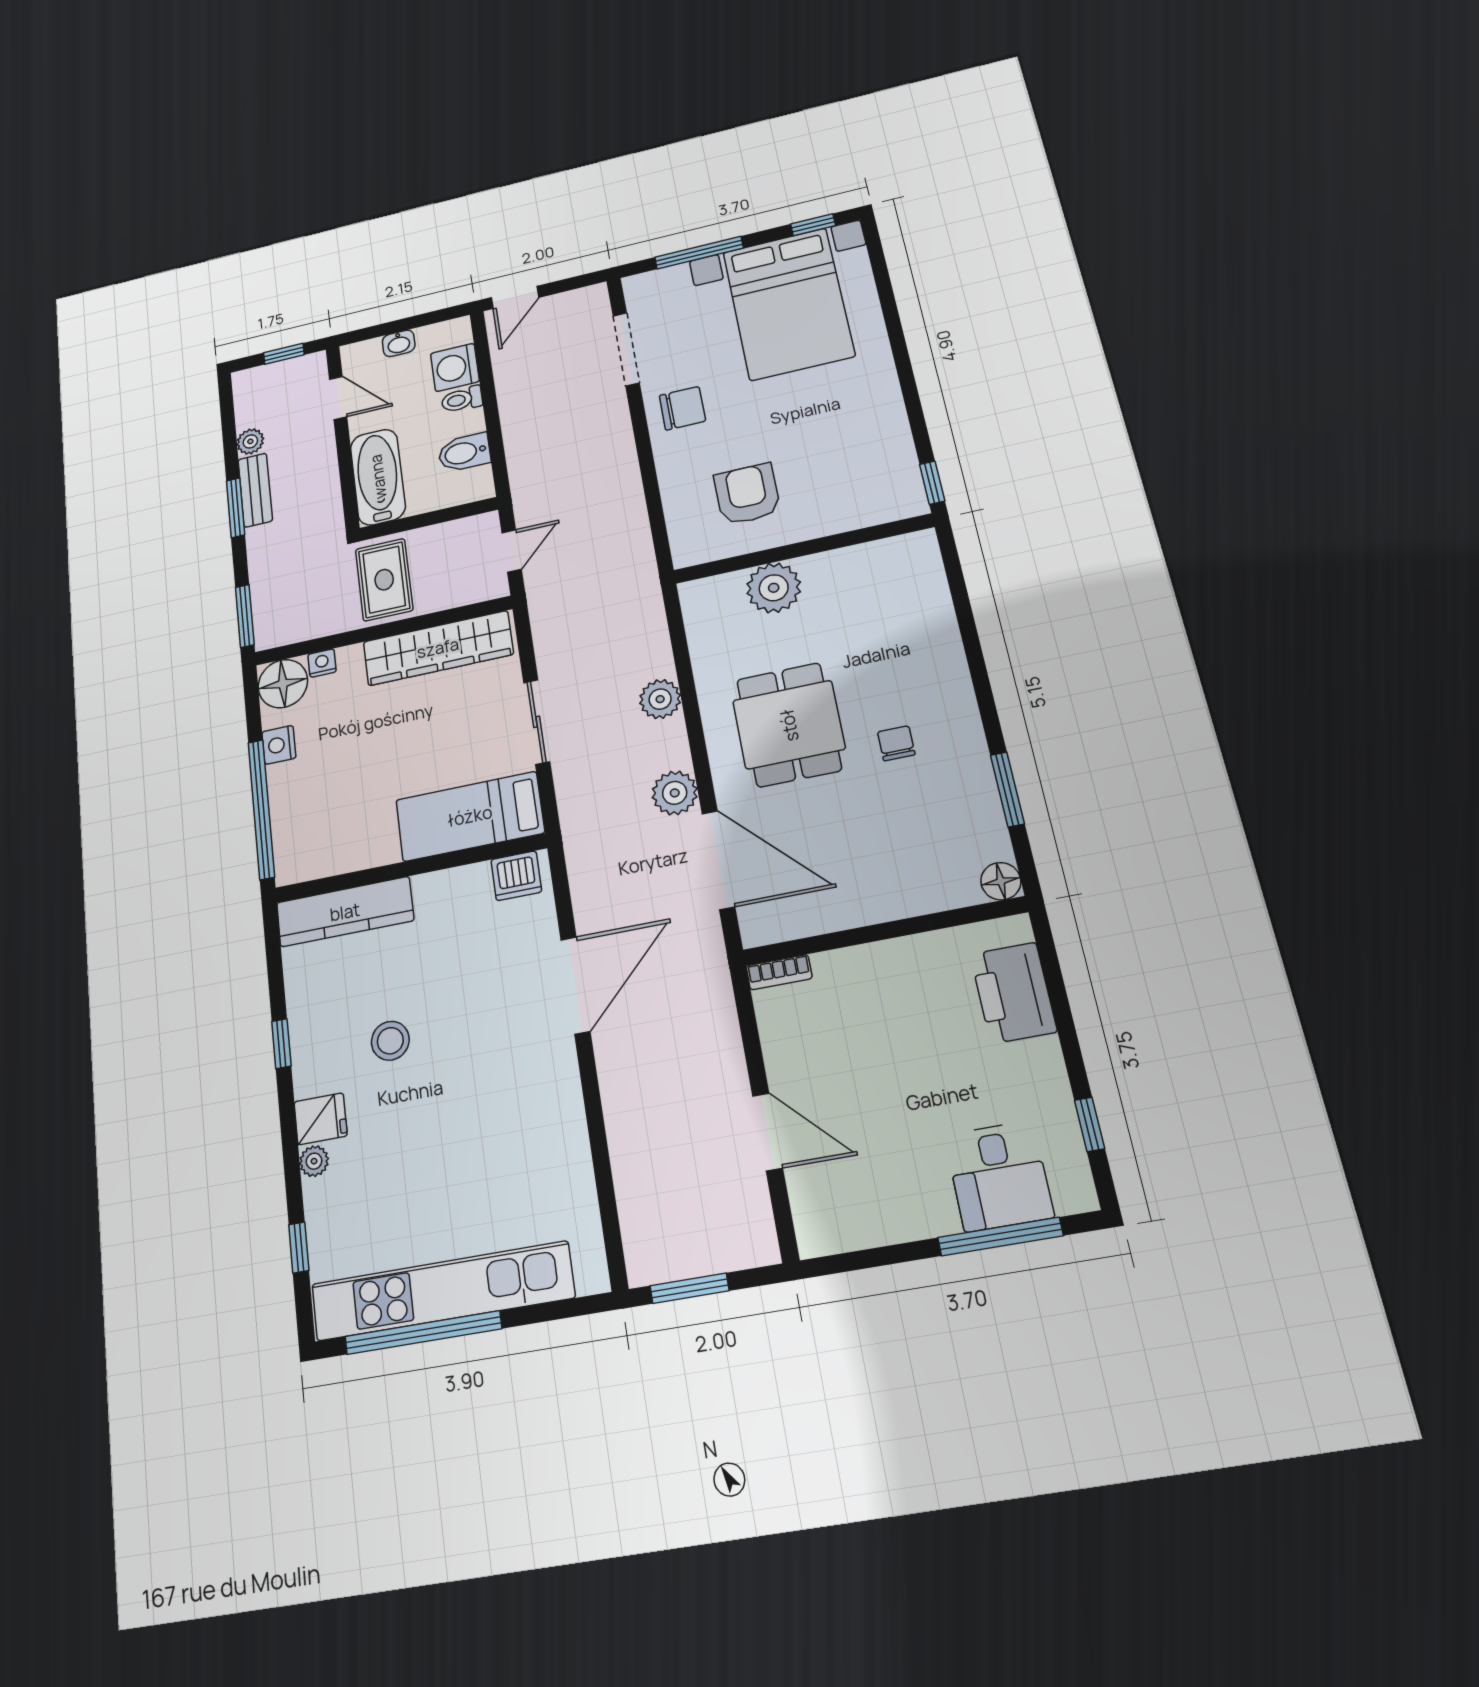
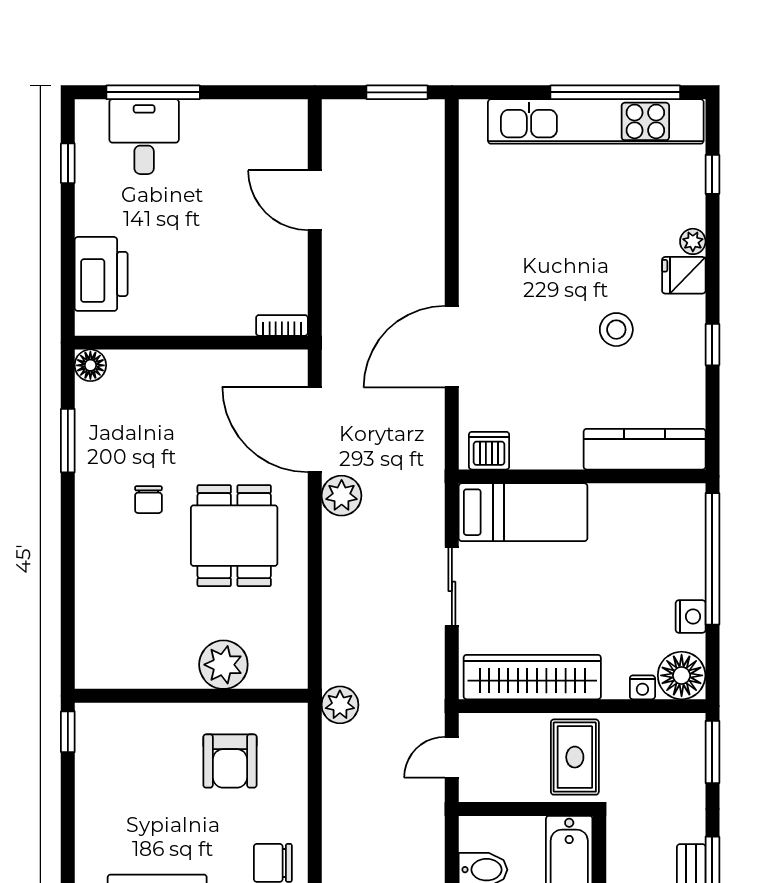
plant: (660, 699) -> (340, 705), moved

